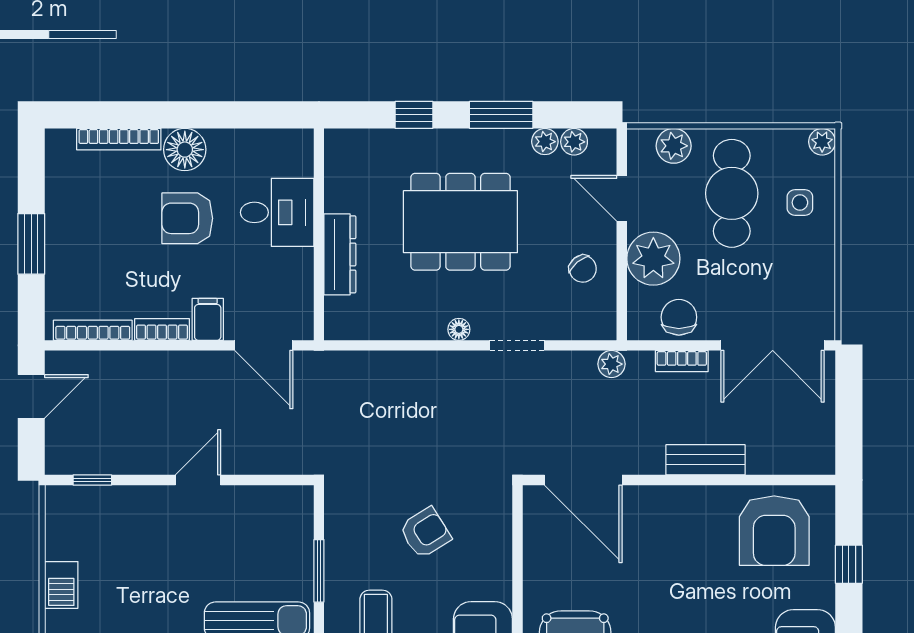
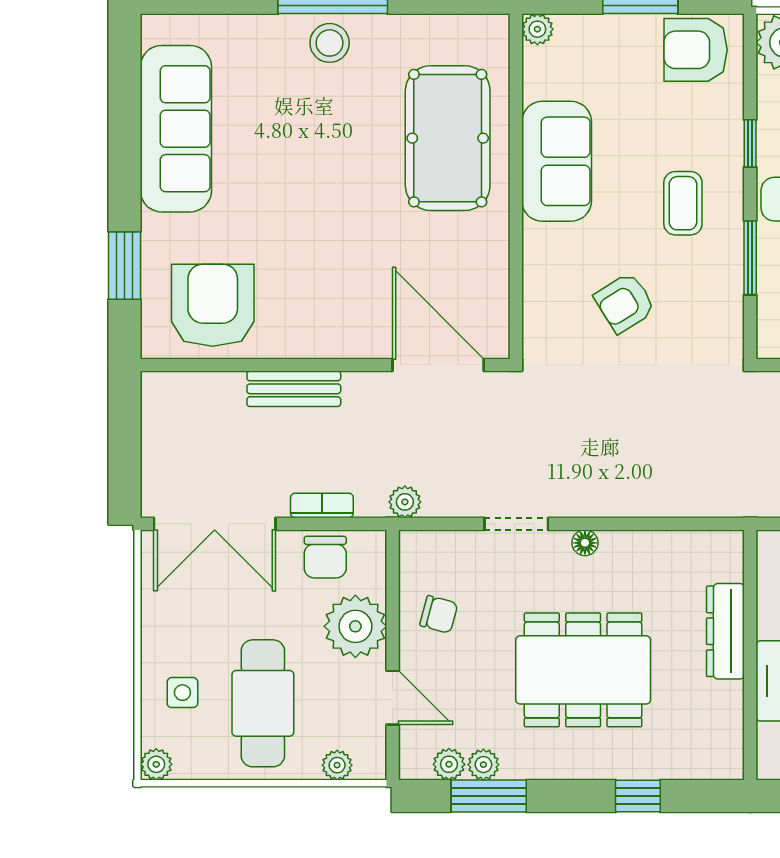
window: (501, 115) -> (489, 796), moved
plant: (674, 146) -> (337, 765), width x0.73, depth x0.73
chair: (583, 269) -> (439, 614), turned 145
double door: (773, 345) -> (215, 524), swing flipped
window: (849, 564) -> (125, 266), width x1.50

